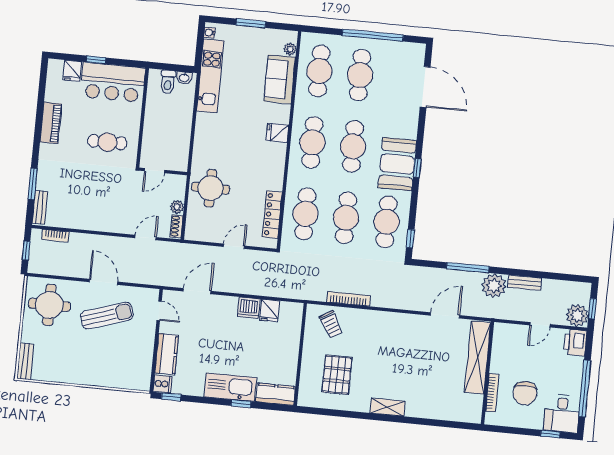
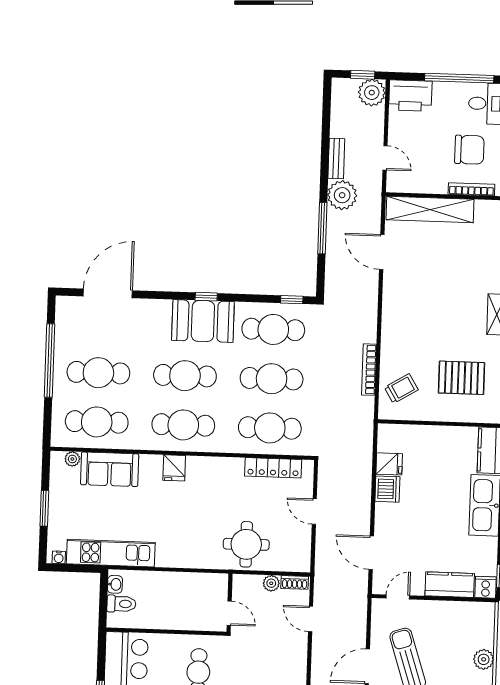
door: (540, 325) -> (385, 158), moved
printer: (575, 343) -> (410, 96), width x1.37, depth x1.19
plant: (103, 378) -> (484, 659), added

